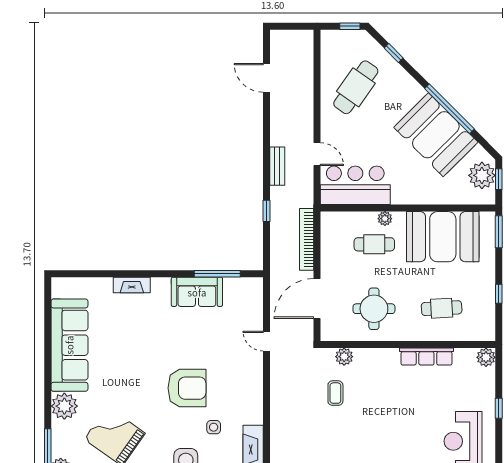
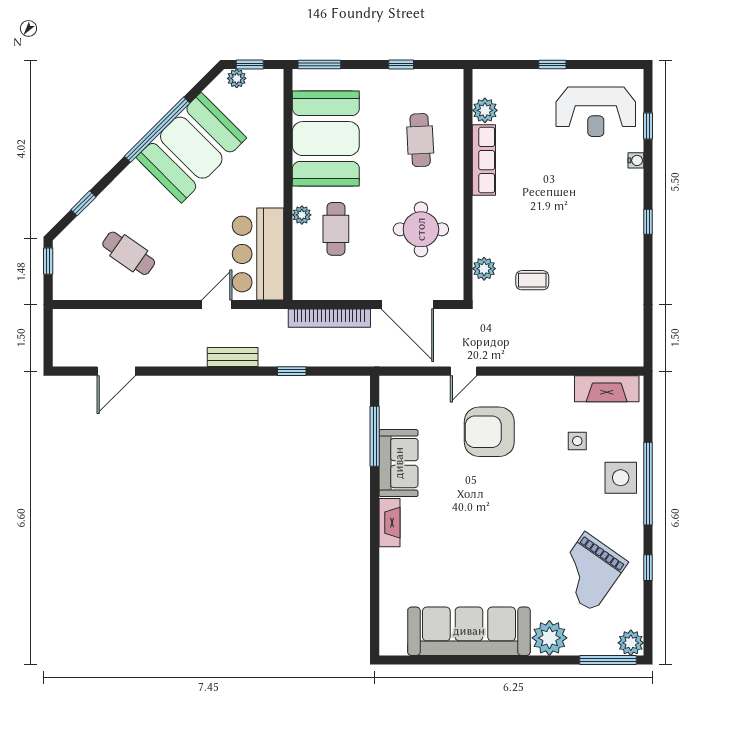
cafe table: (356, 87) -> (129, 253), width x0.73, depth x0.74
plant: (482, 175) -> (237, 78), width x0.53, depth x0.53
fireplace: (132, 285) -> (389, 523), moved
plant: (486, 357) -> (485, 110), moved
armchair: (187, 388) -> (489, 432), moved, turned -90

